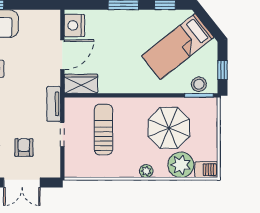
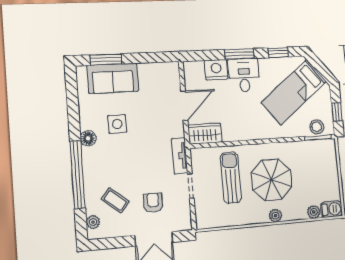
nightstand: (74, 25) -> (216, 70), moved, turned 90
desk: (126, 27) -> (244, 75), added
parasol: (169, 128) -> (272, 180), moved
plant: (181, 165) -> (314, 212), width x0.53, depth x0.53

